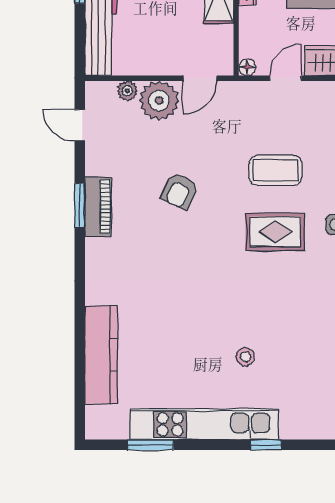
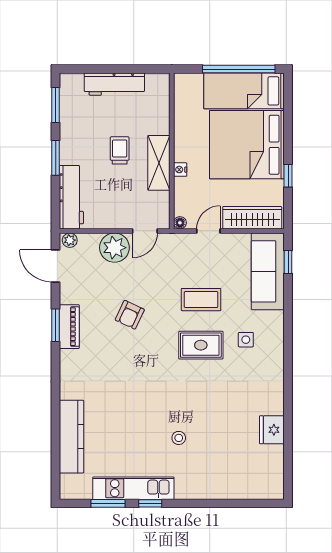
plant: (127, 91) -> (70, 240), moved
door: (80, 125) -> (56, 266), width x1.38
kitchen unit: (204, 424) -> (133, 488), width x0.73
window: (266, 445) -> (150, 503), moved

